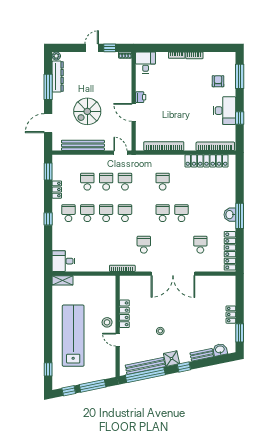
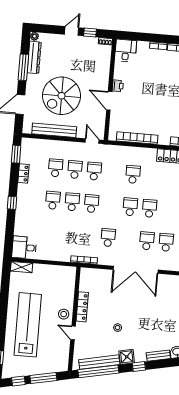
spiral stairs: (87, 111) -> (62, 96), width x1.37, depth x1.37
school desk: (68, 213) -> (147, 241), moved

